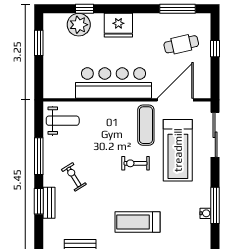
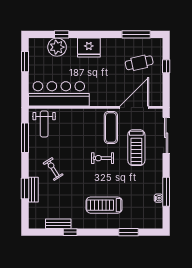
bar counter: (114, 83) -> (59, 94), moved
weight bench: (63, 121) -> (44, 124), turned 90
treadmill: (178, 150) -> (136, 148), width x0.73, depth x0.73
window: (39, 156) -> (25, 138), moved

